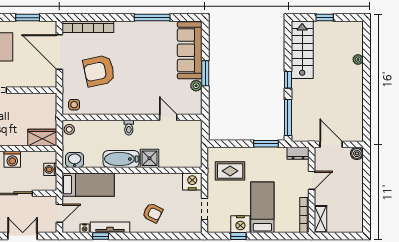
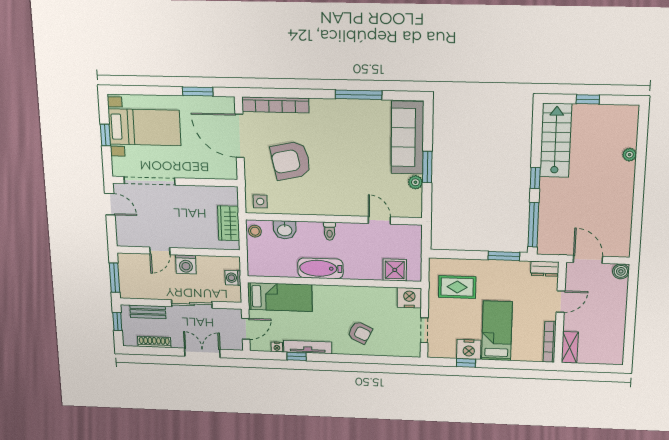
wardrobe: (42, 137) -> (229, 223), moved, turned -90
shower: (150, 158) -> (395, 270), moved
washbasin: (75, 160) -> (285, 230), moved, turned 180

